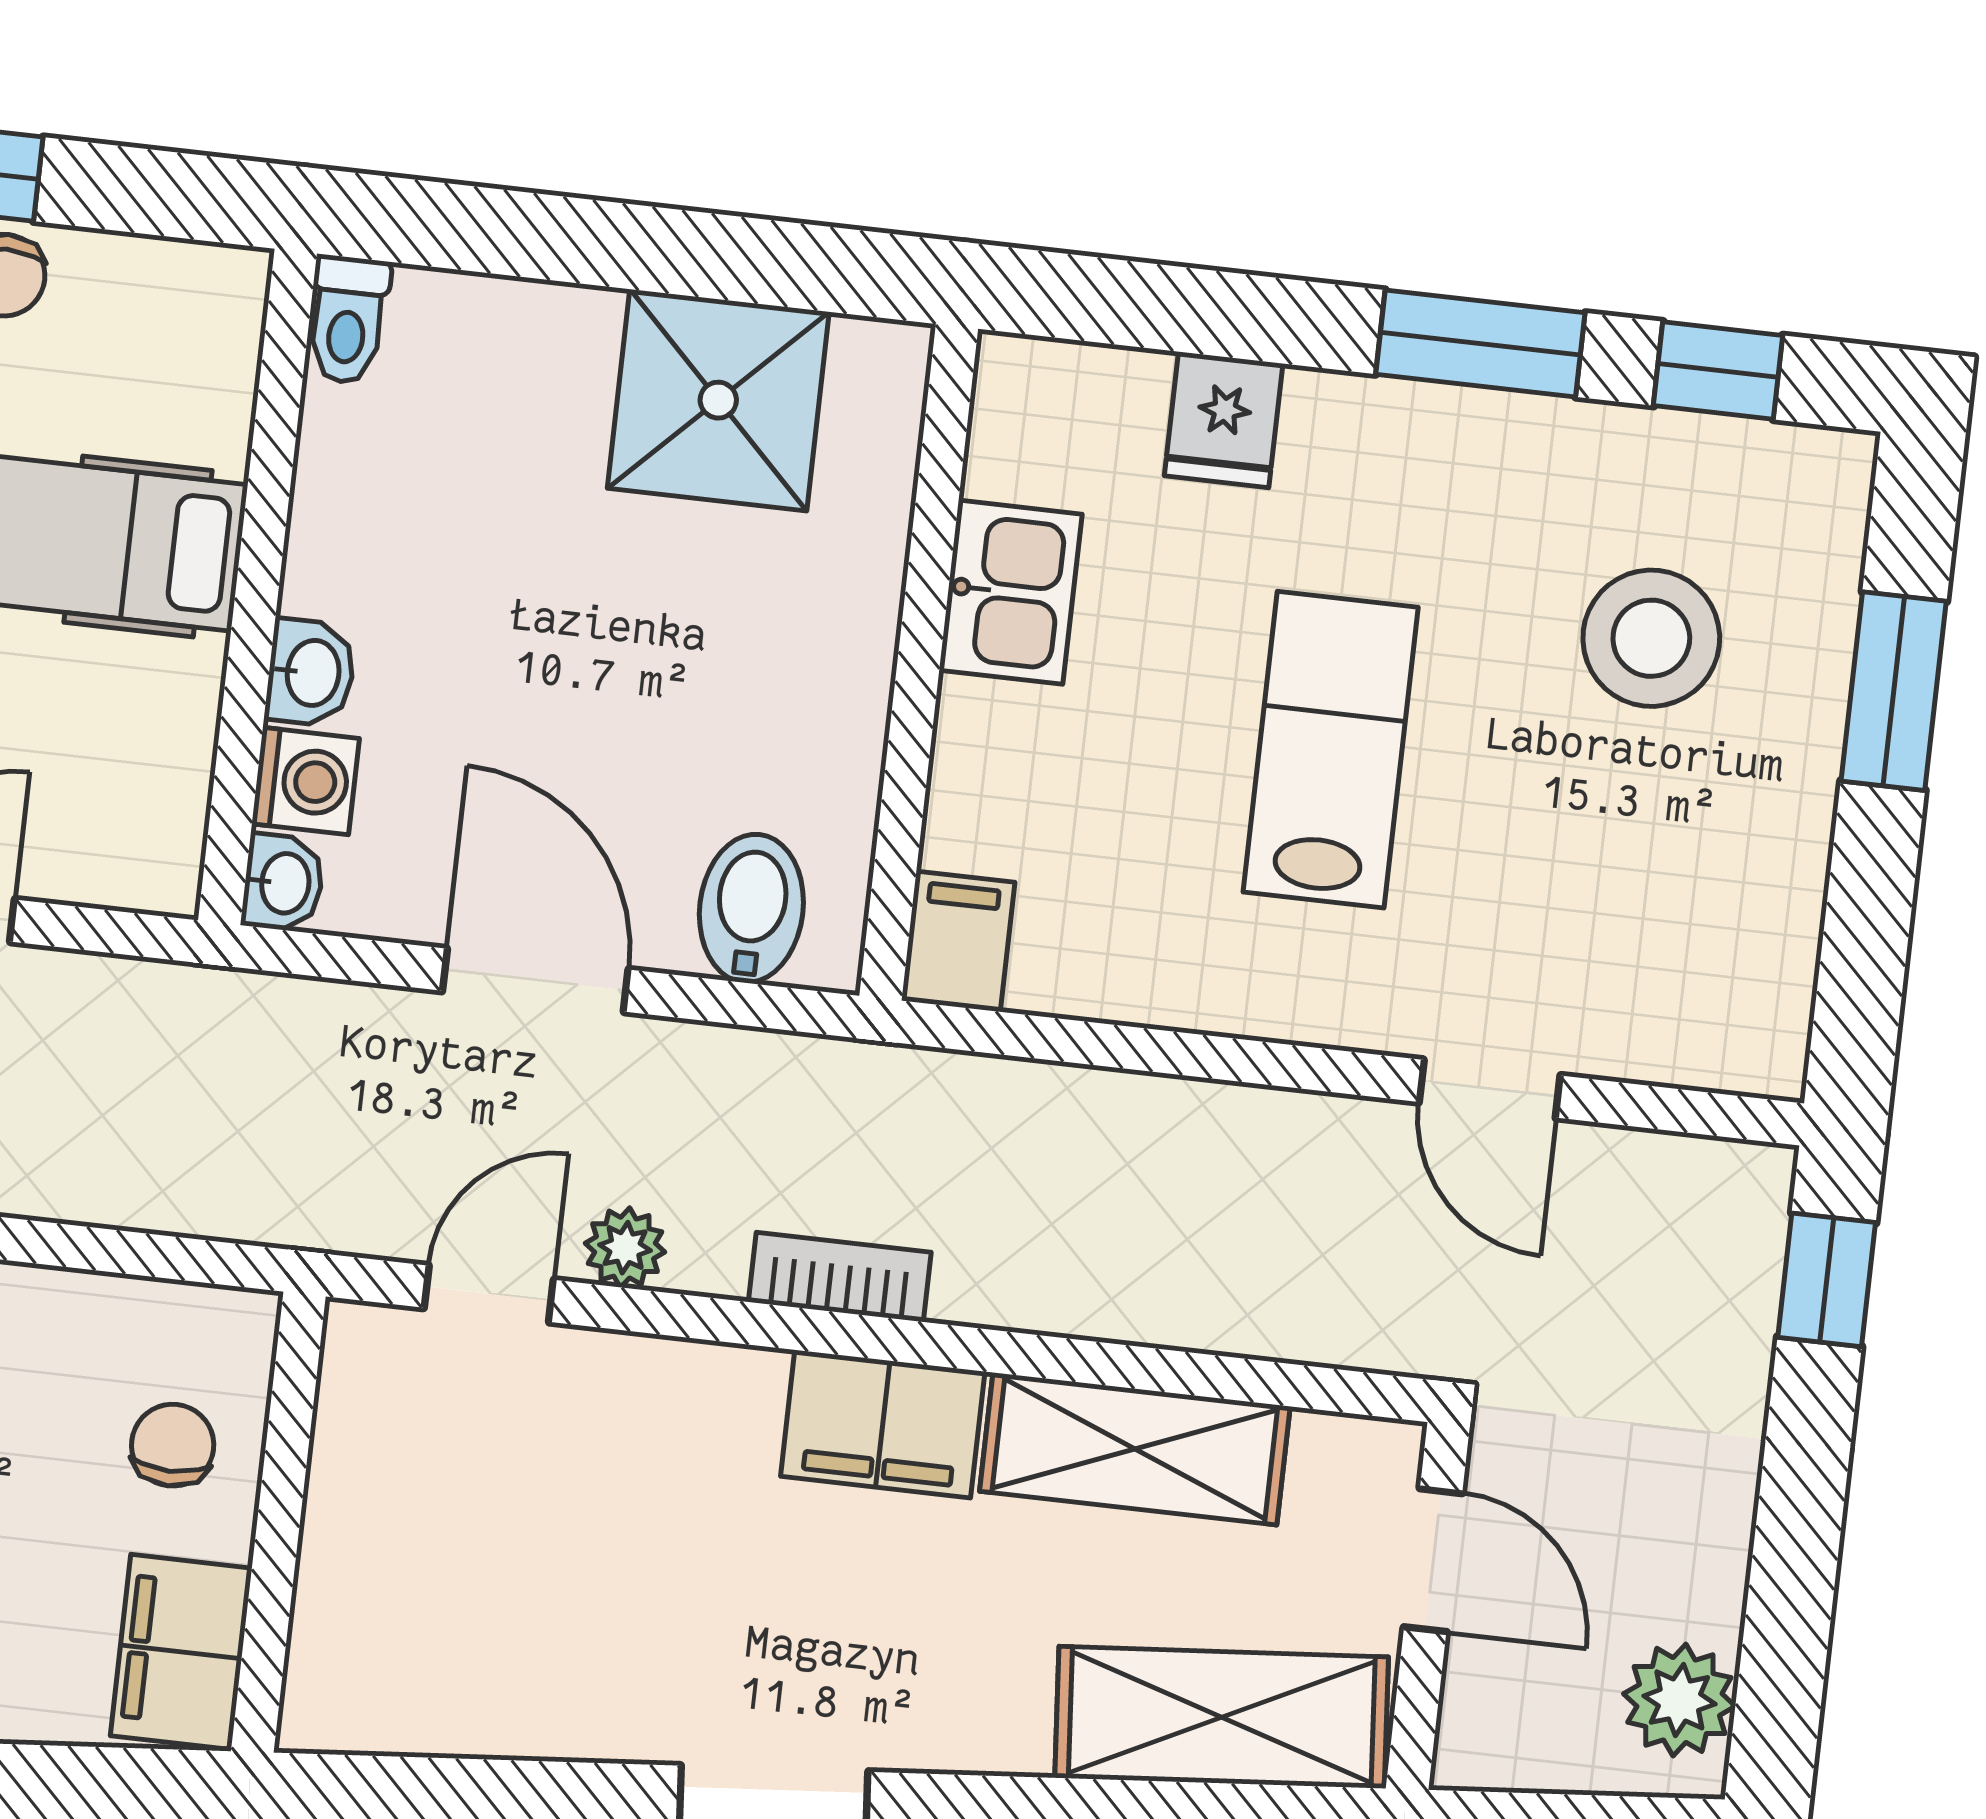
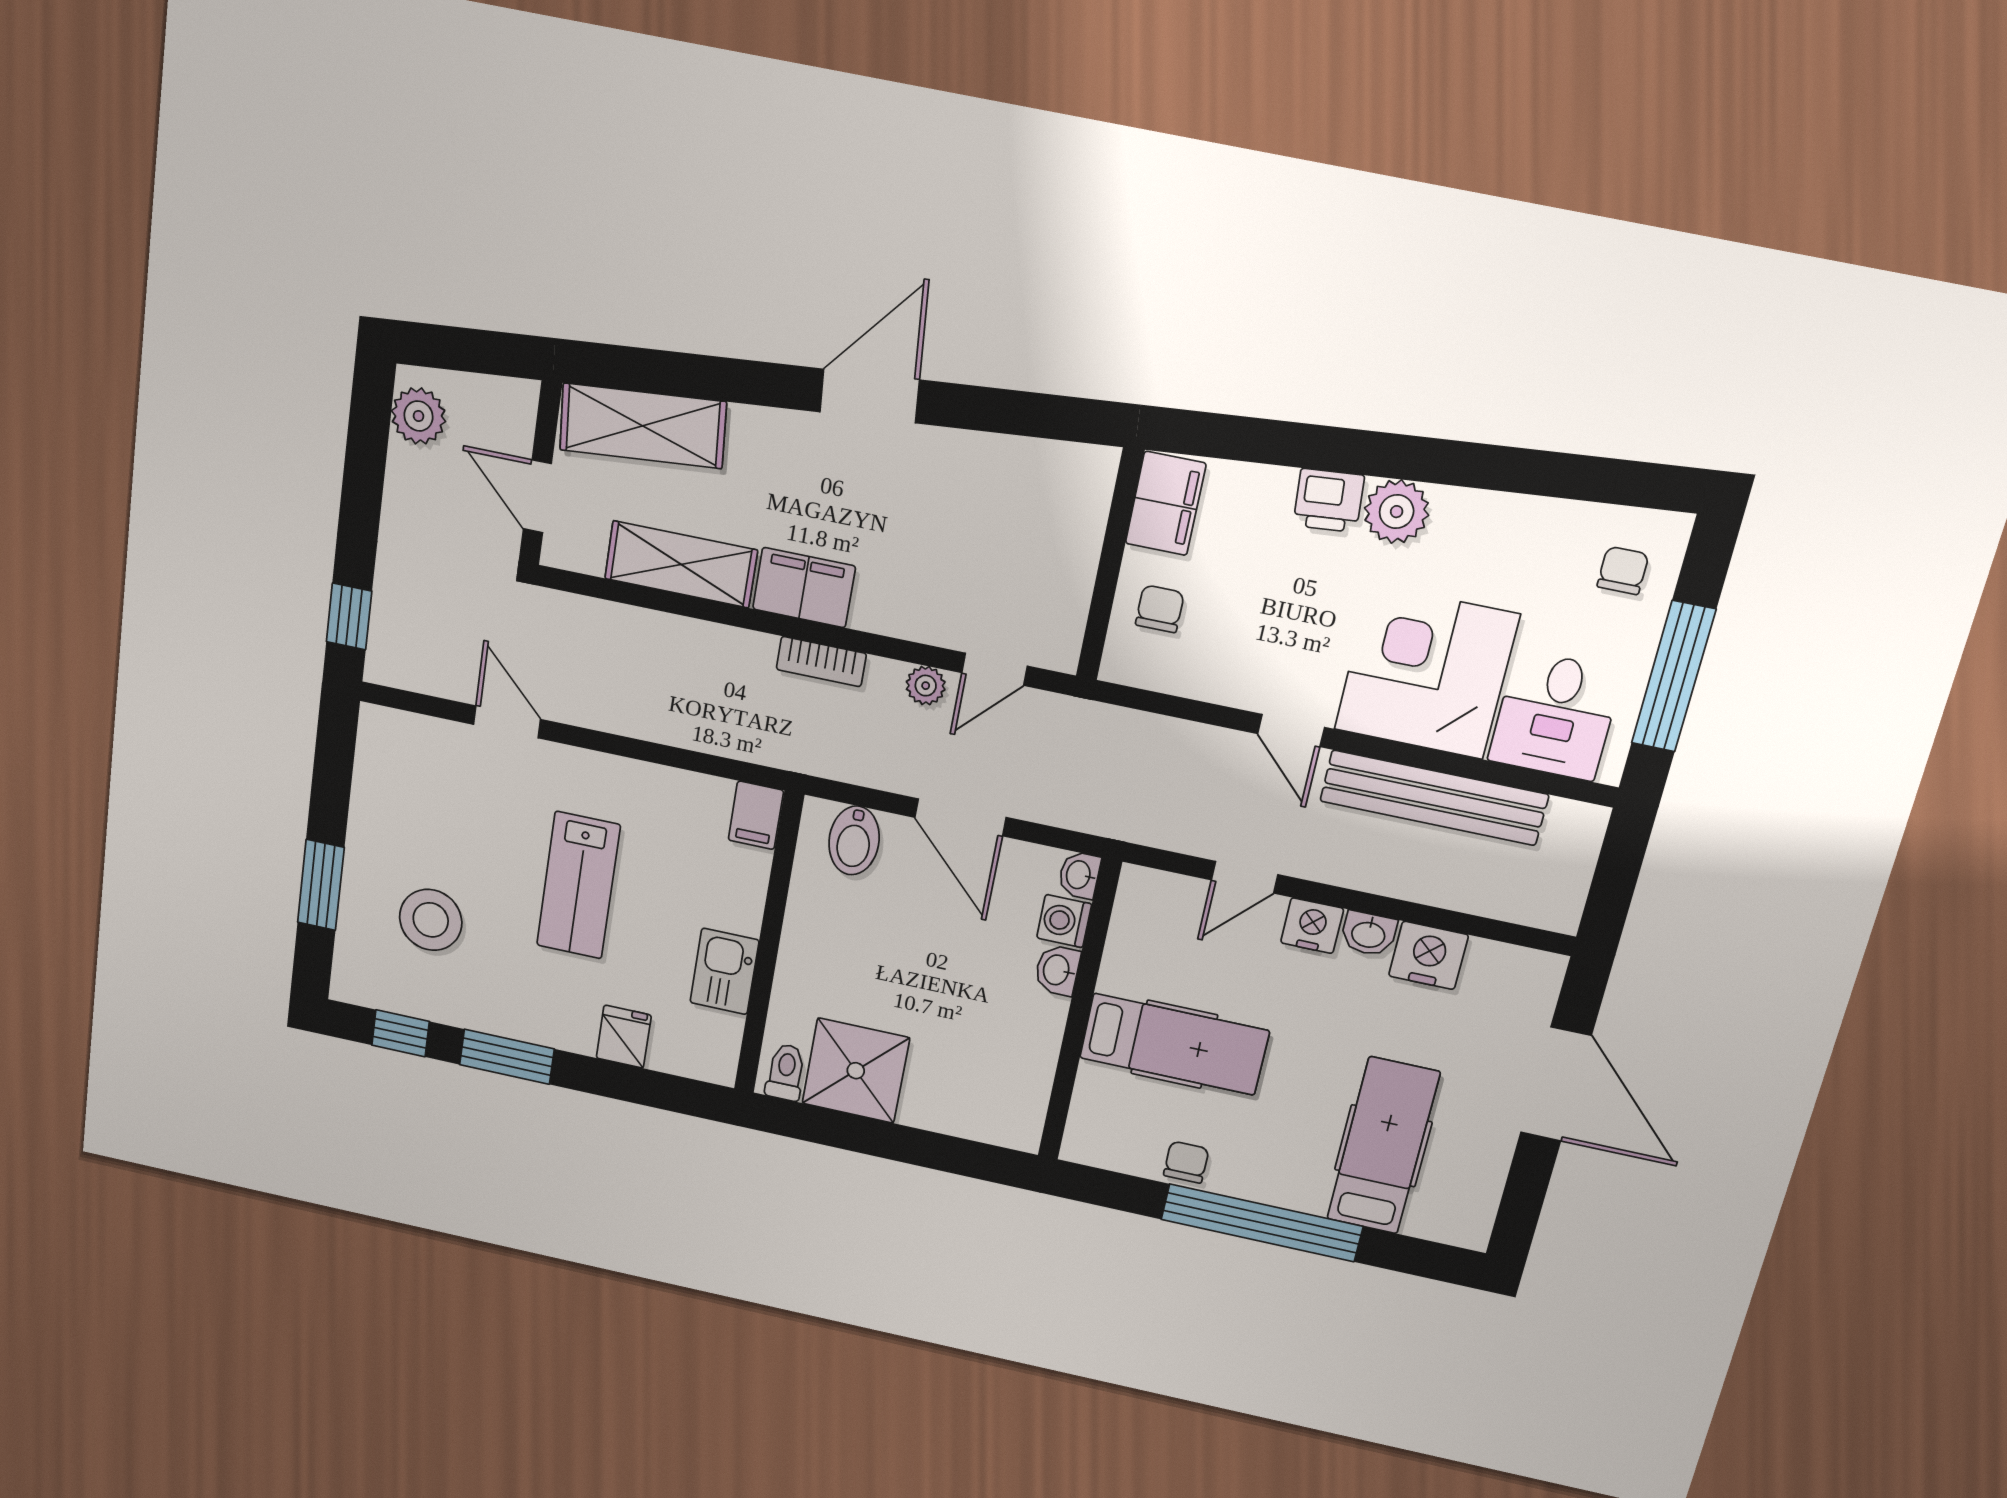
toilet: (348, 320) -> (786, 1072), moved
chair: (173, 1445) -> (1160, 609), turned 180

